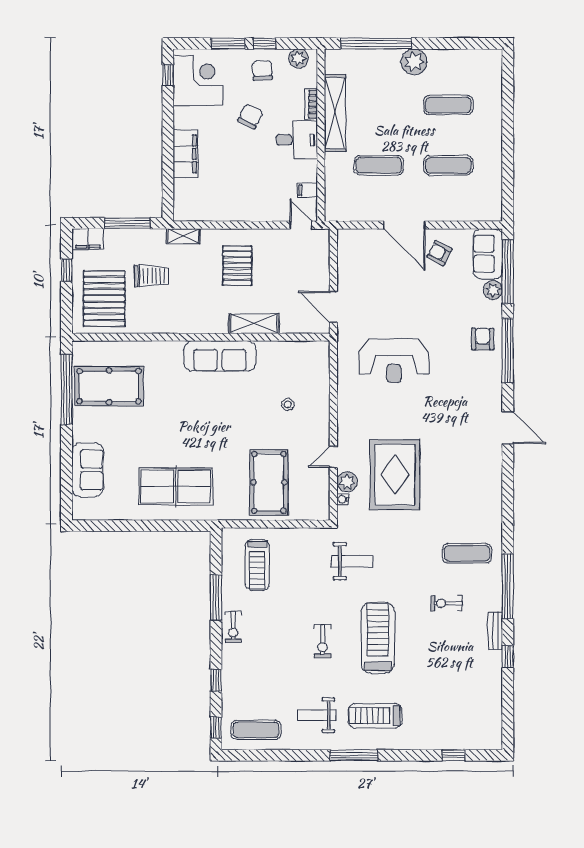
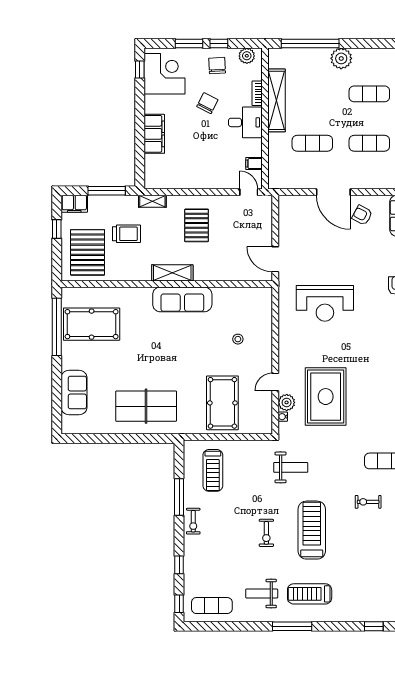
shelving: (254, 324) -> (172, 273), moved

